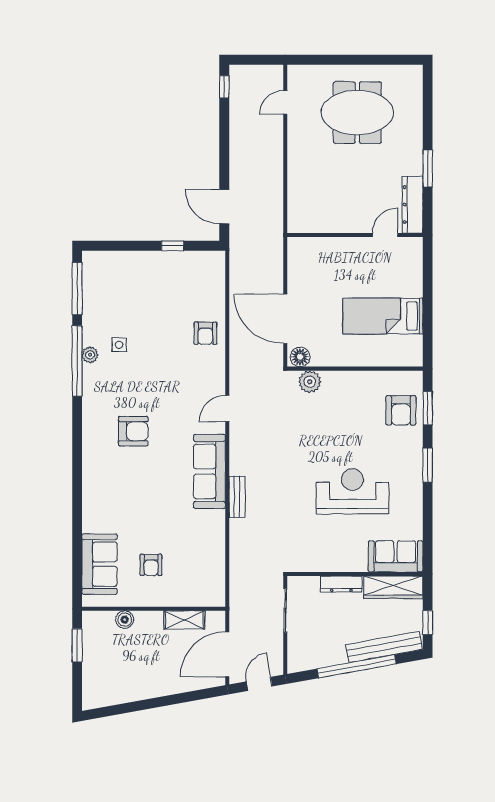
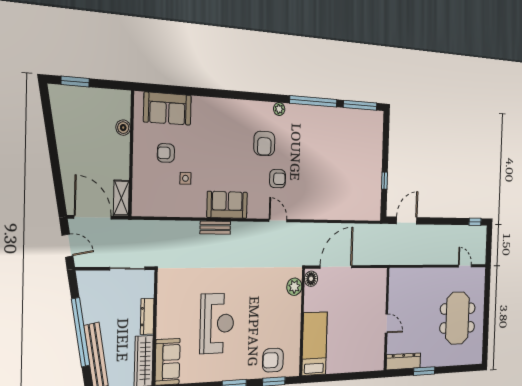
door: (385, 235) -> (386, 323), moved
bed: (383, 316) -> (315, 344), moved
armchair: (205, 333) -> (278, 179), moved, turned 180
side table: (119, 345) -> (185, 178), moved
plant: (90, 355) -> (279, 109), moved
sofa: (209, 471) -> (227, 205), width x0.73
shelving: (184, 620) -> (121, 198), moved
window: (77, 645) -> (75, 81), moved

